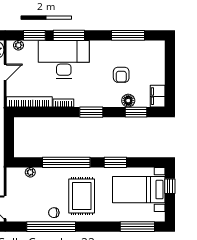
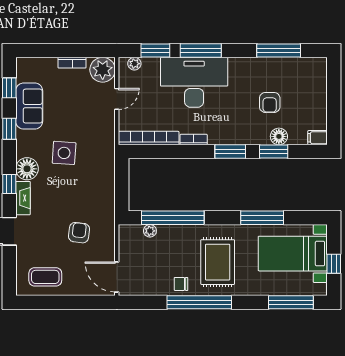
filing cabinet: (158, 96) -> (318, 138), width x0.50
window: (136, 112) -> (274, 152), moved
window: (66, 162) -> (173, 218), moved
window: (115, 162) -> (262, 218), width x1.44
window: (170, 186) -> (334, 264), moved
window: (51, 227) -> (199, 302), moved

